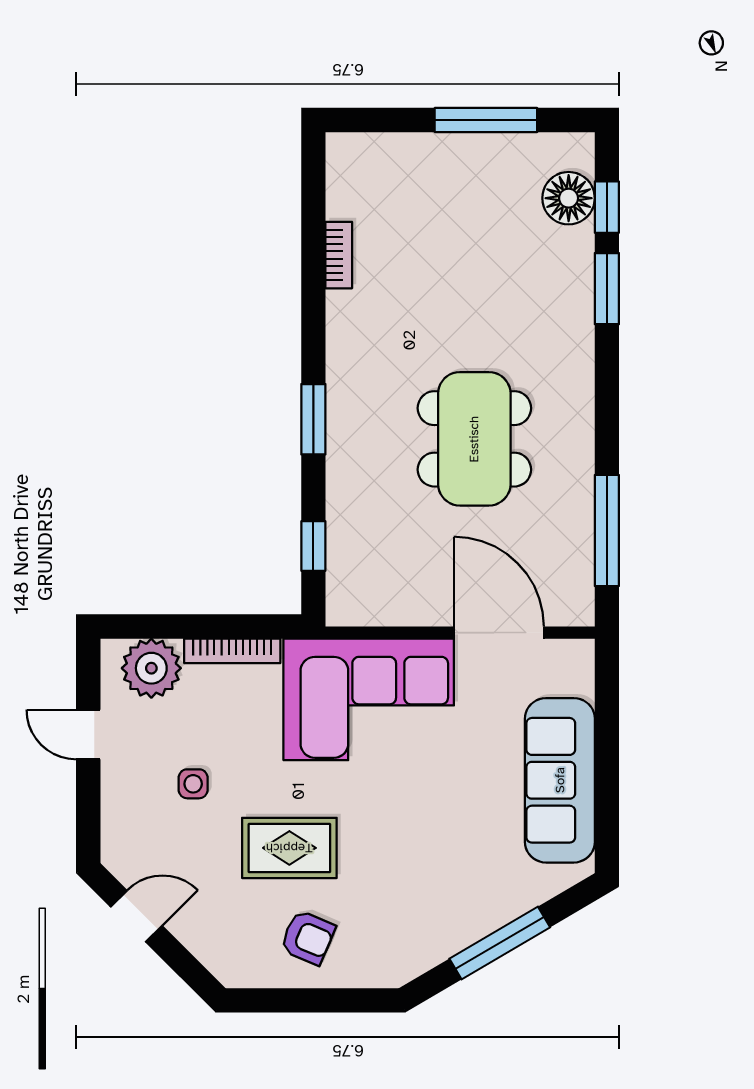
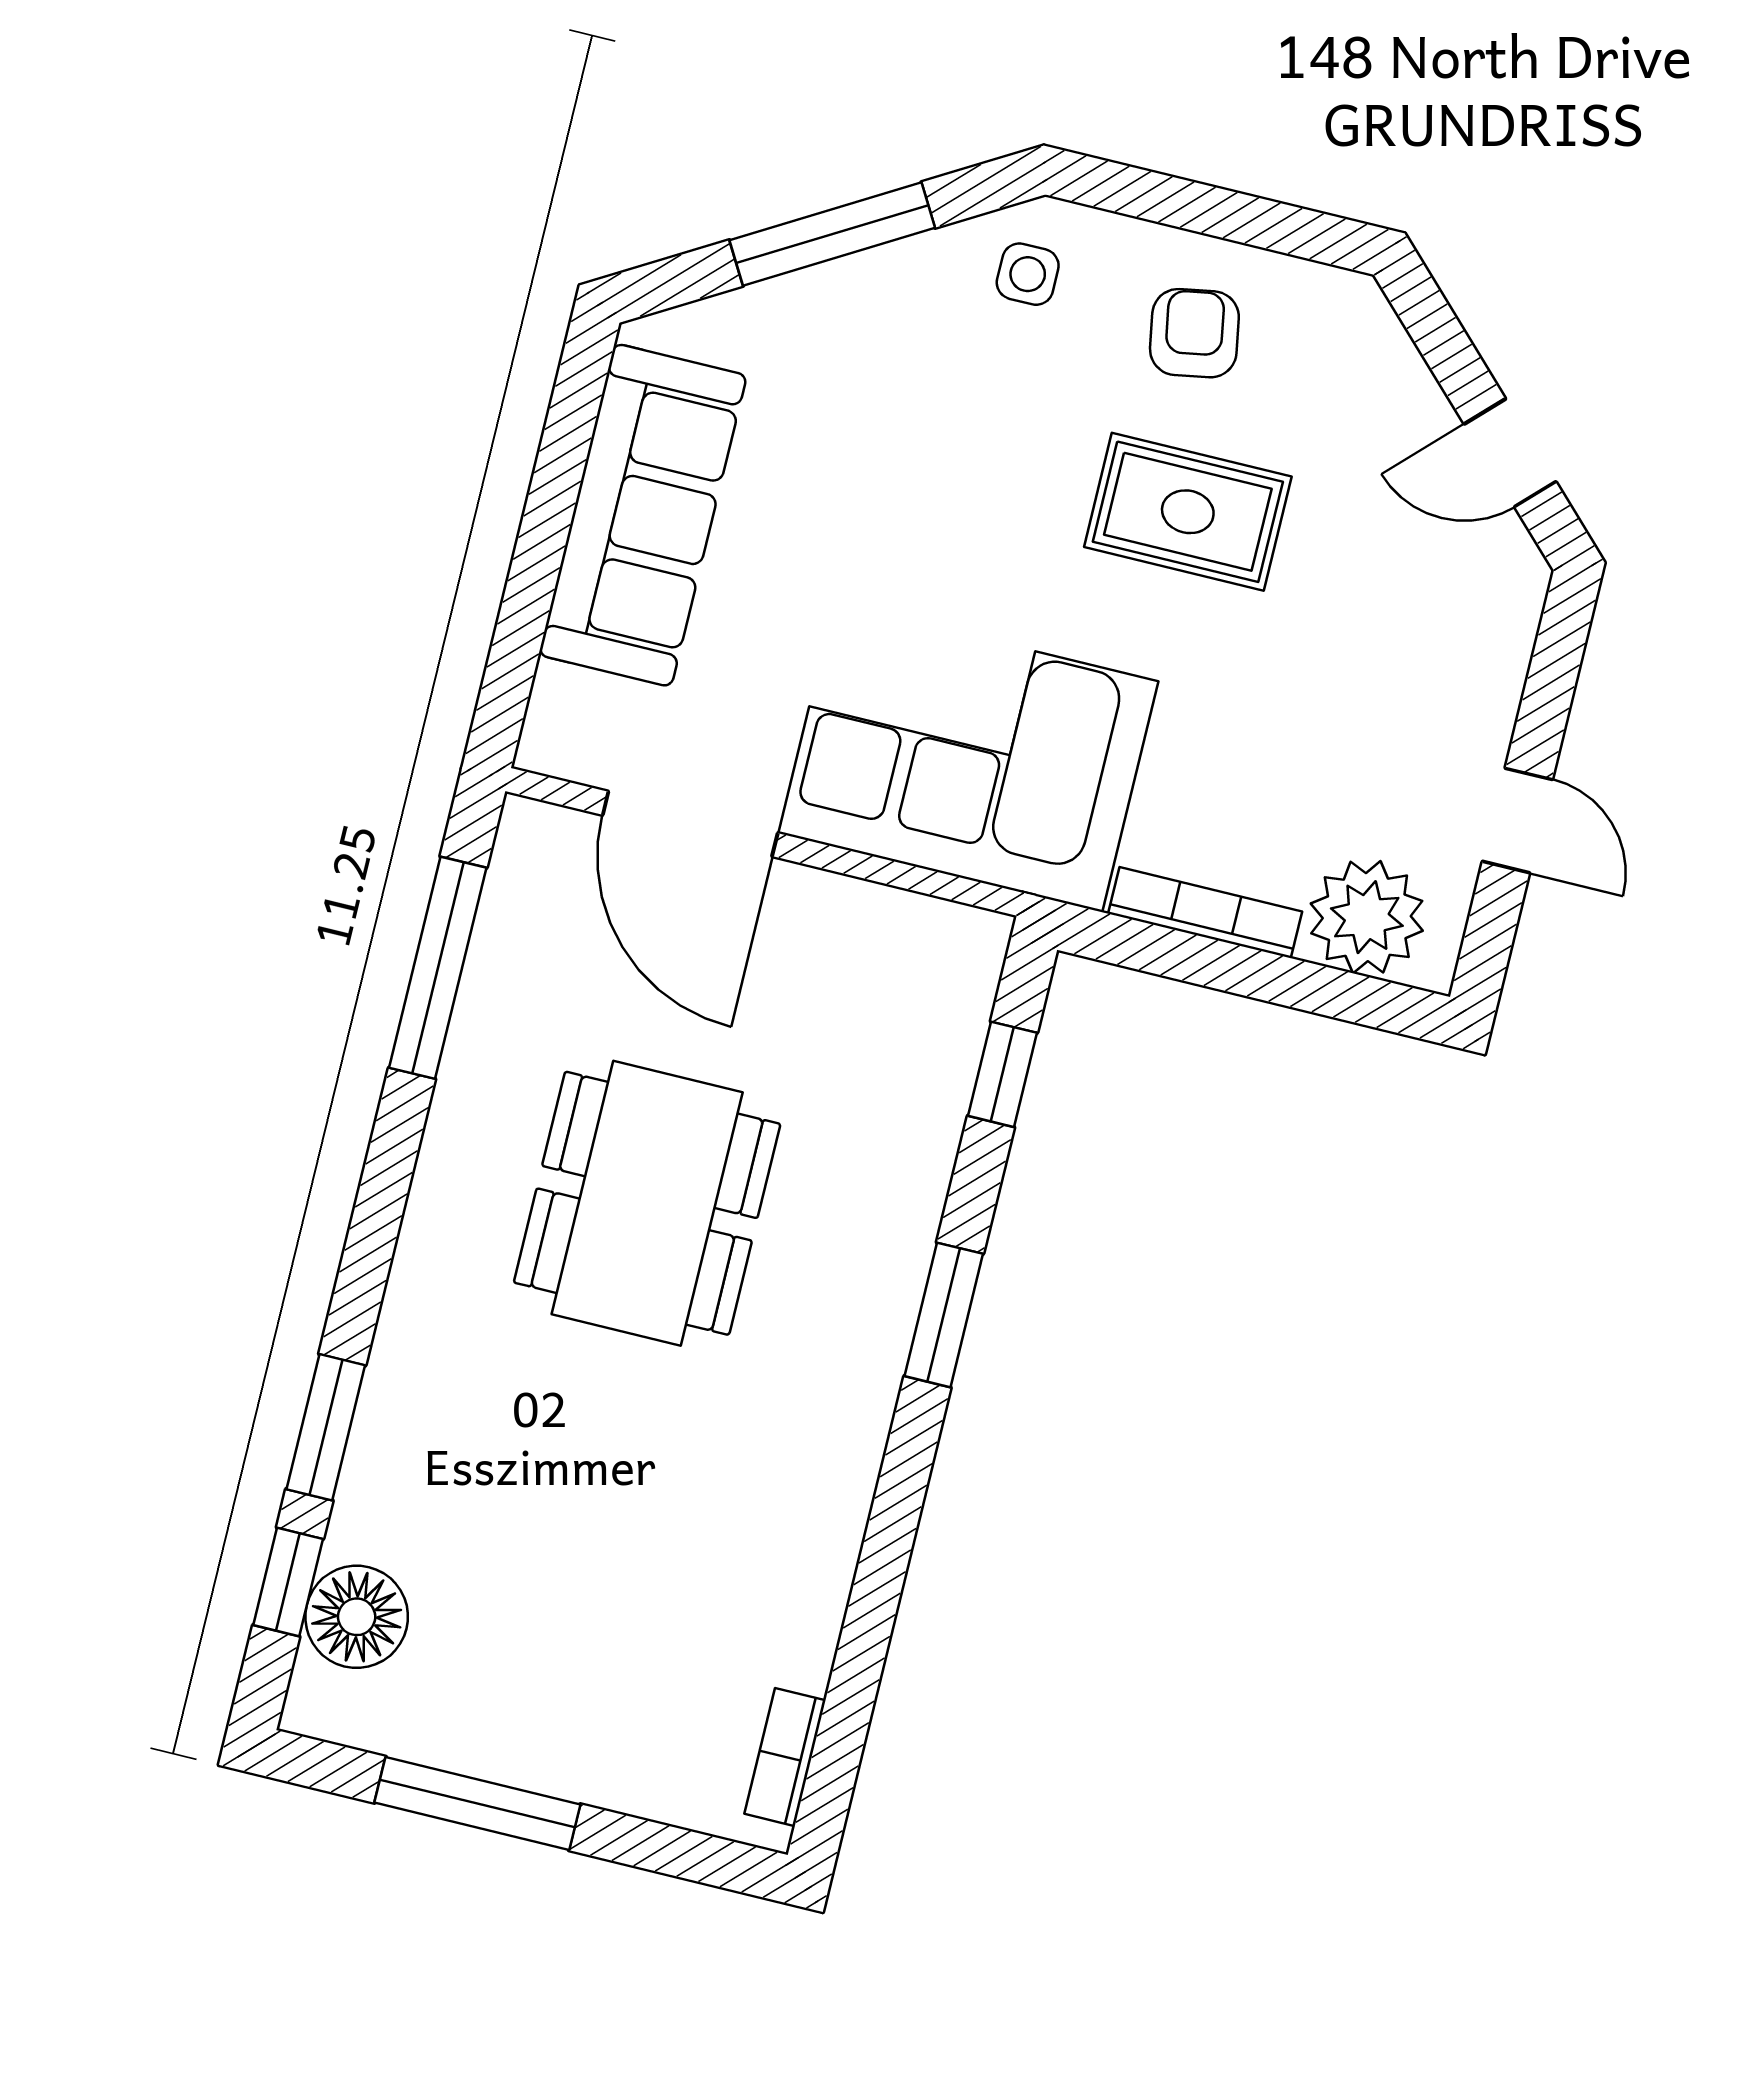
bookcase: (339, 255) -> (785, 1757), moved
side table: (193, 784) -> (1028, 274), moved
armchair: (308, 938) -> (1194, 333), turned 57

